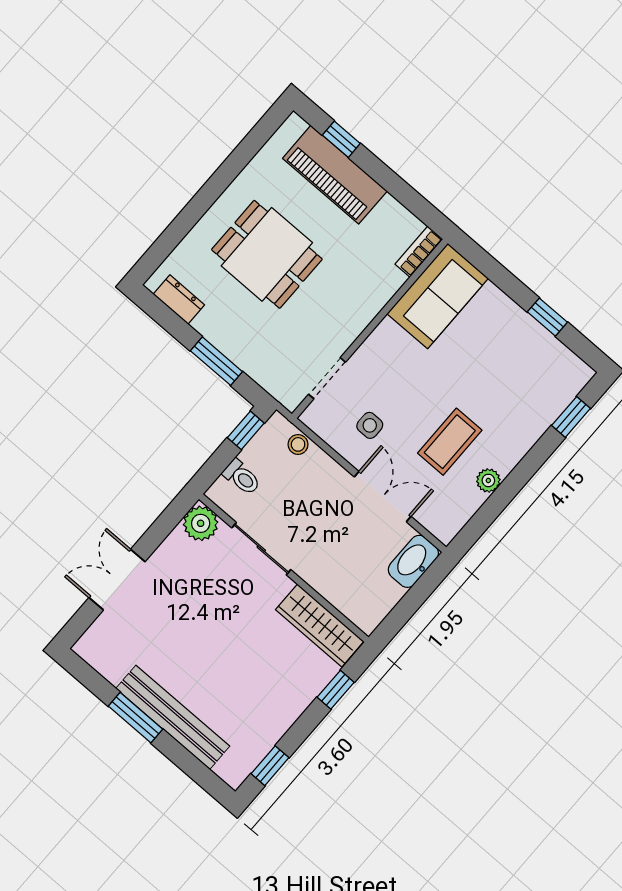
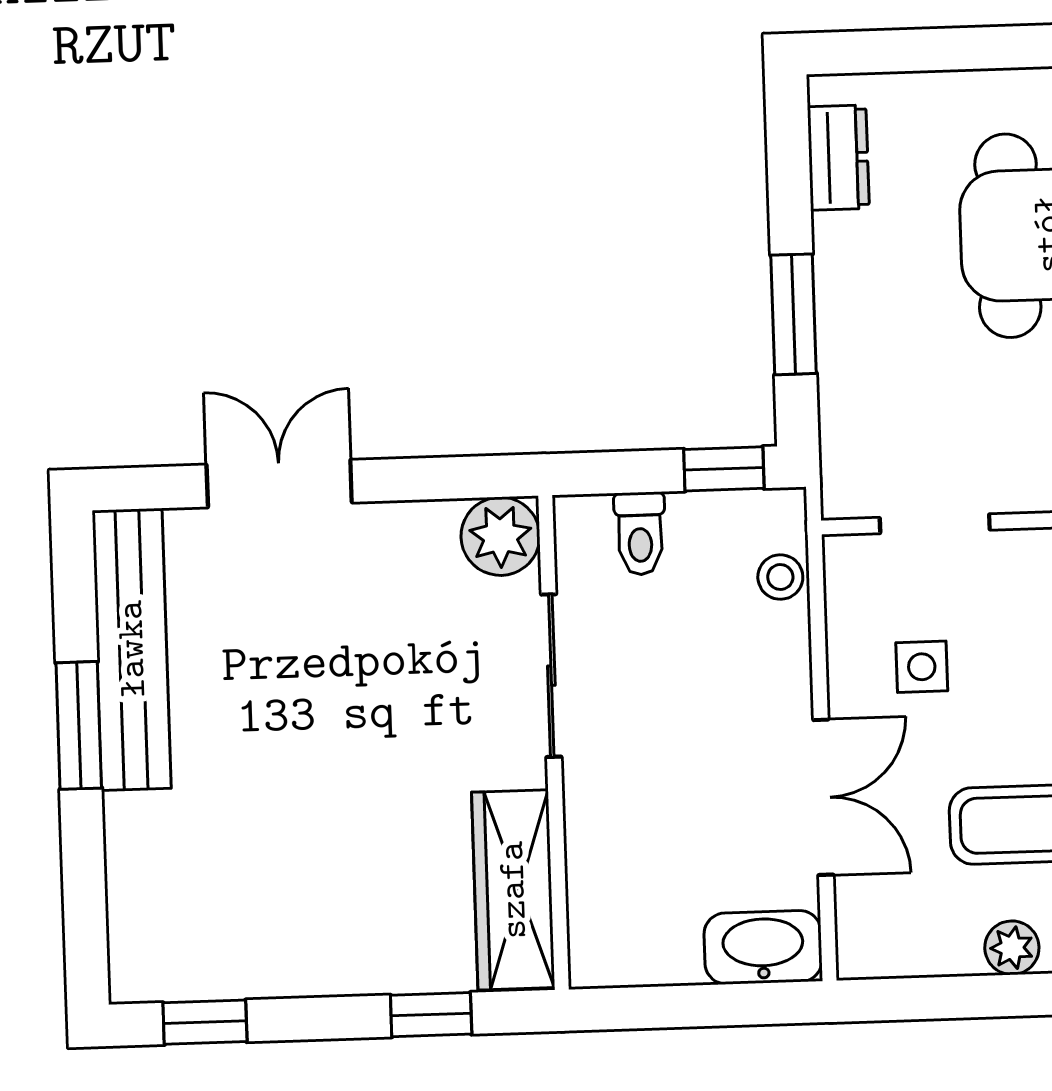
bench: (173, 717) -> (132, 649), moved

